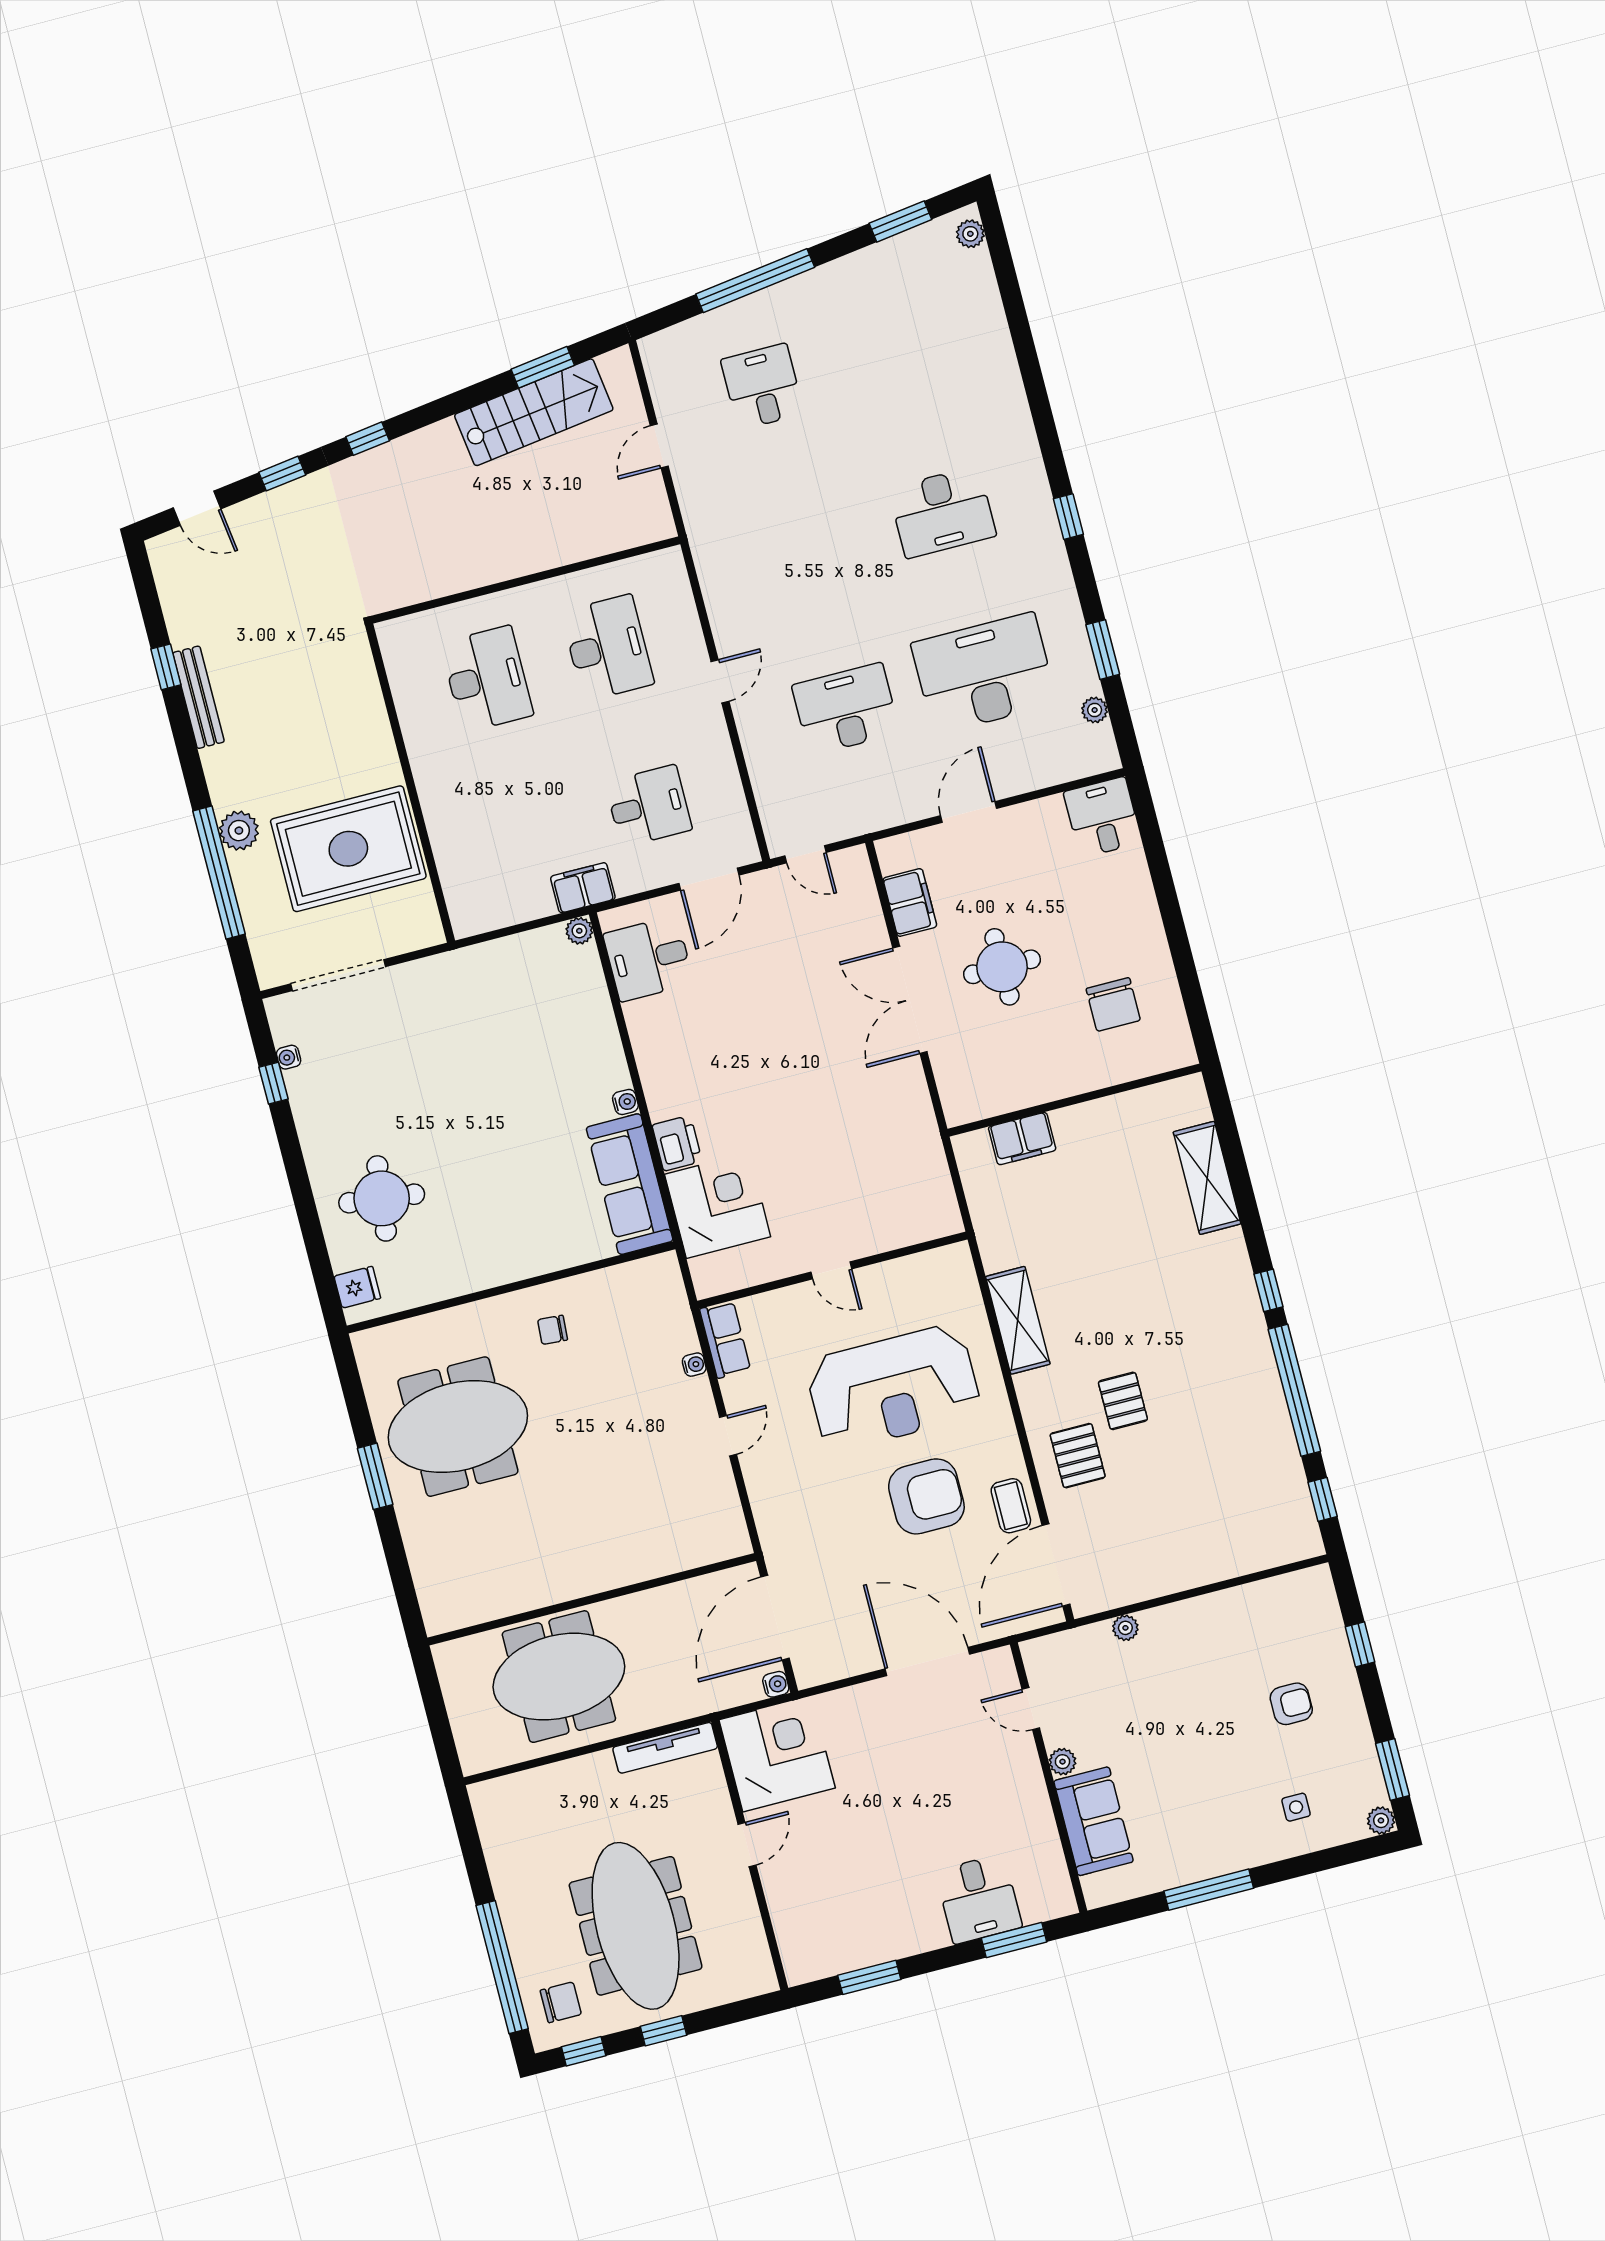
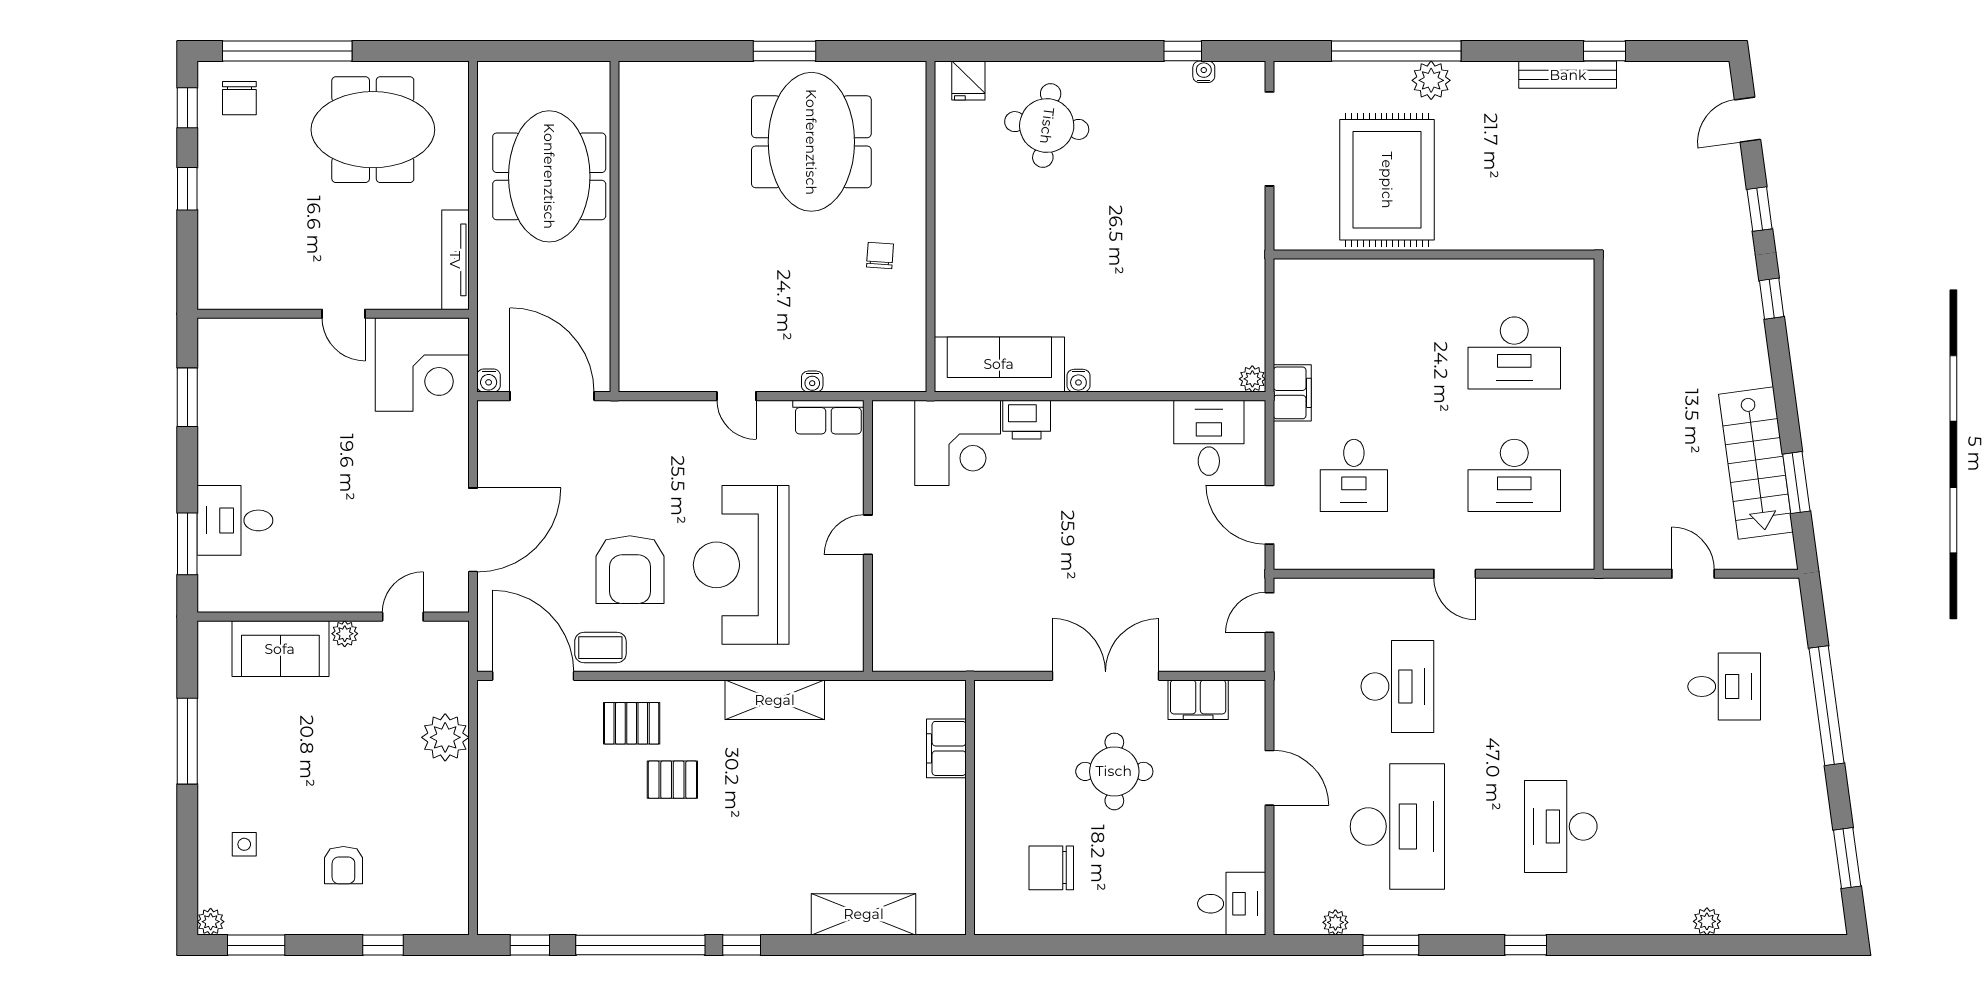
plant: (970, 234) -> (1707, 921), moved
plant: (1125, 1628) -> (445, 737), width x1.87, depth x1.87
meeting table: (636, 1926) -> (373, 130), moved, width x0.73

